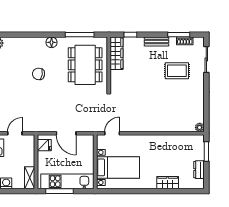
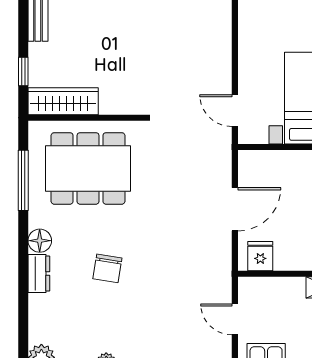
dresser: (36, 42) -> (39, 274), added

